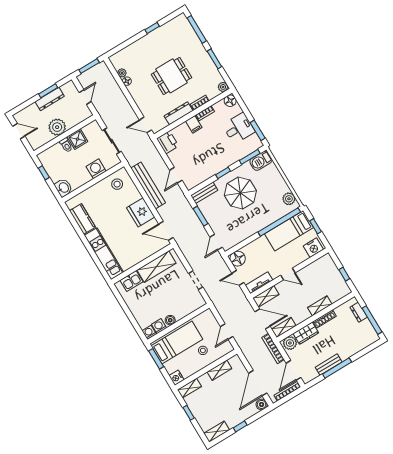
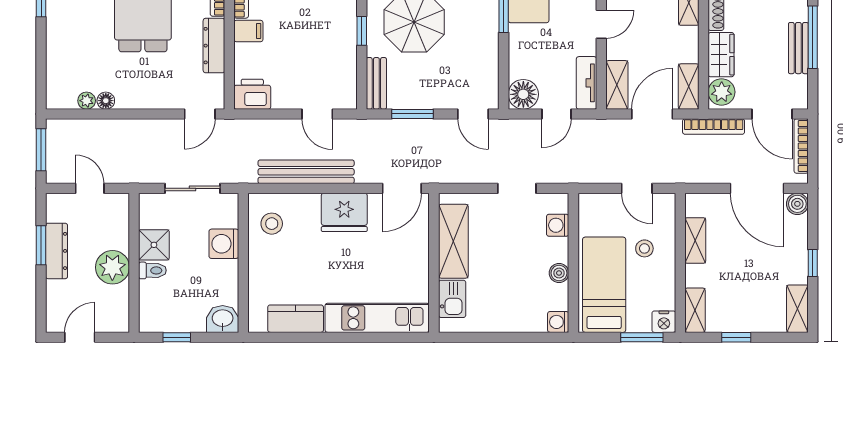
washing machine: (159, 326) -> (558, 225), moved
window: (156, 359) -> (642, 337), moved

